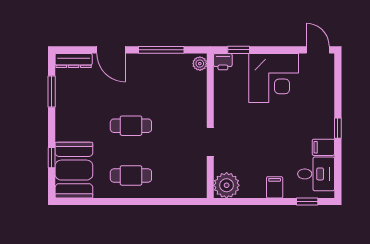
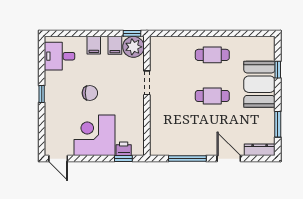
printer: (223, 62) -> (124, 149), moved
plant: (200, 64) -> (156, 147), removed
chair: (279, 129) -> (90, 93), added
filing cabinet: (323, 147) -> (115, 45), moved, turned 90
booth: (74, 170) -> (259, 84), moved
window: (307, 202) -> (132, 33), moved

